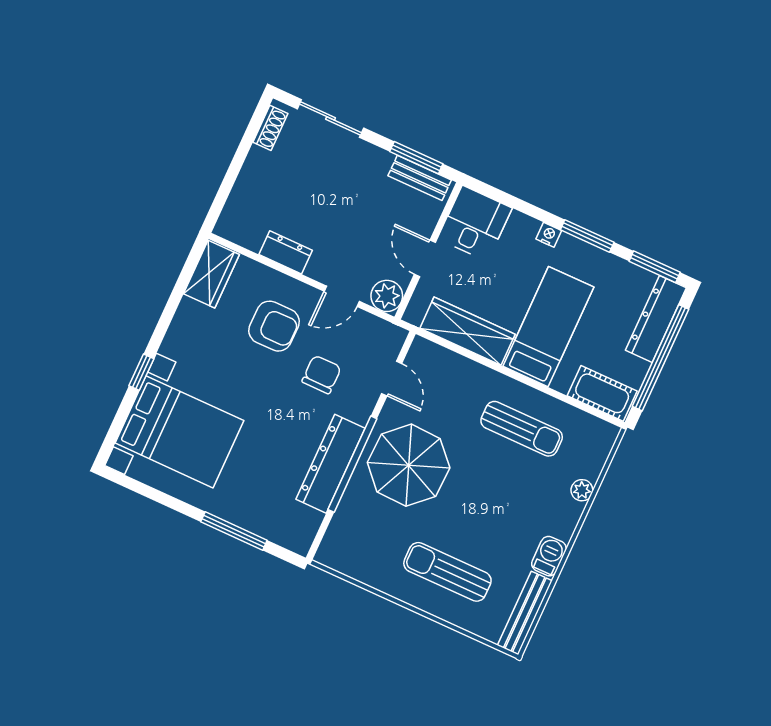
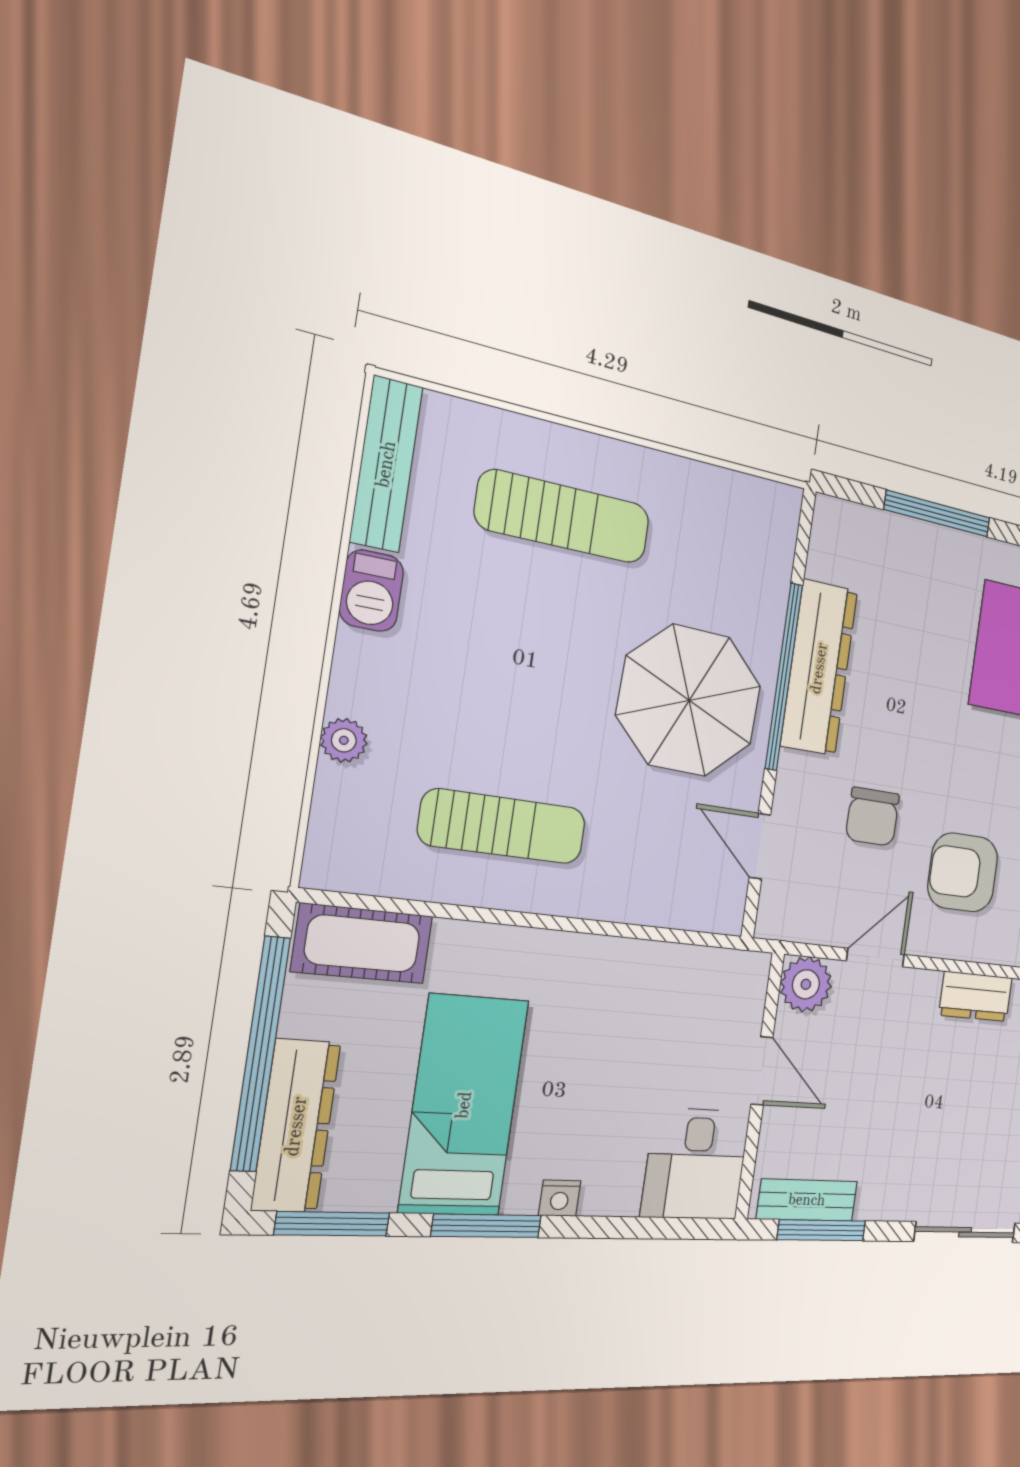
bed: (548, 327) -> (464, 1105), moved, turned 180
wardrobe: (468, 331) -> (655, 973), removed
sun lounger: (522, 429) -> (503, 827), turned 180

